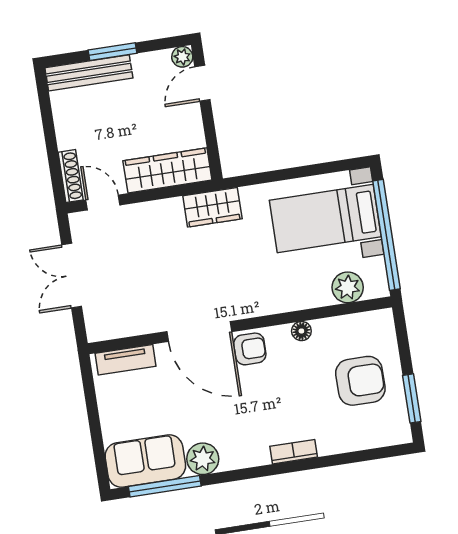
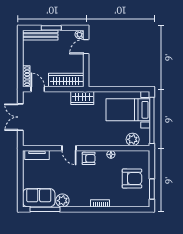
door: (199, 332) -> (69, 148), width x0.53

